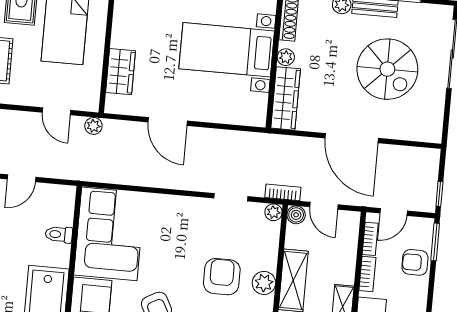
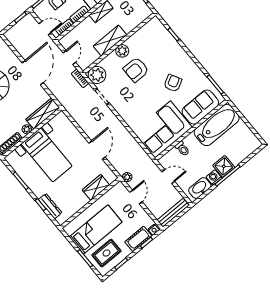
door: (22, 178) -> (168, 177), moved
plant: (273, 212) -> (97, 75), width x1.88, depth x1.88
boiler: (296, 215) -> (84, 65), removed

